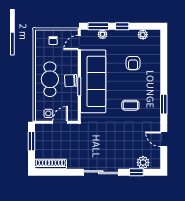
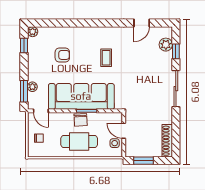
window: (122, 26) -> (24, 46), moved
plant: (143, 35) -> (33, 32), moved
window: (164, 104) -> (105, 23), removed

